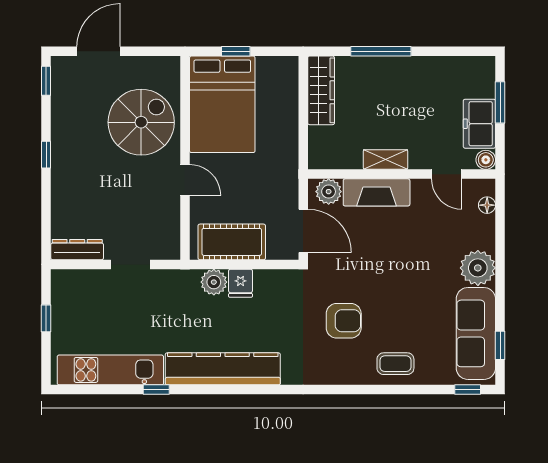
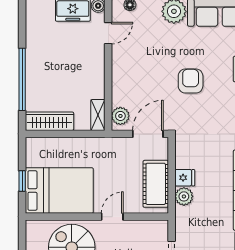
window: (381, 51) -> (22, 79), width x1.46
shelving: (386, 160) -> (98, 115), moved
fireplace: (377, 192) -> (121, 82), removed
armchair: (344, 321) -> (191, 81), moved

